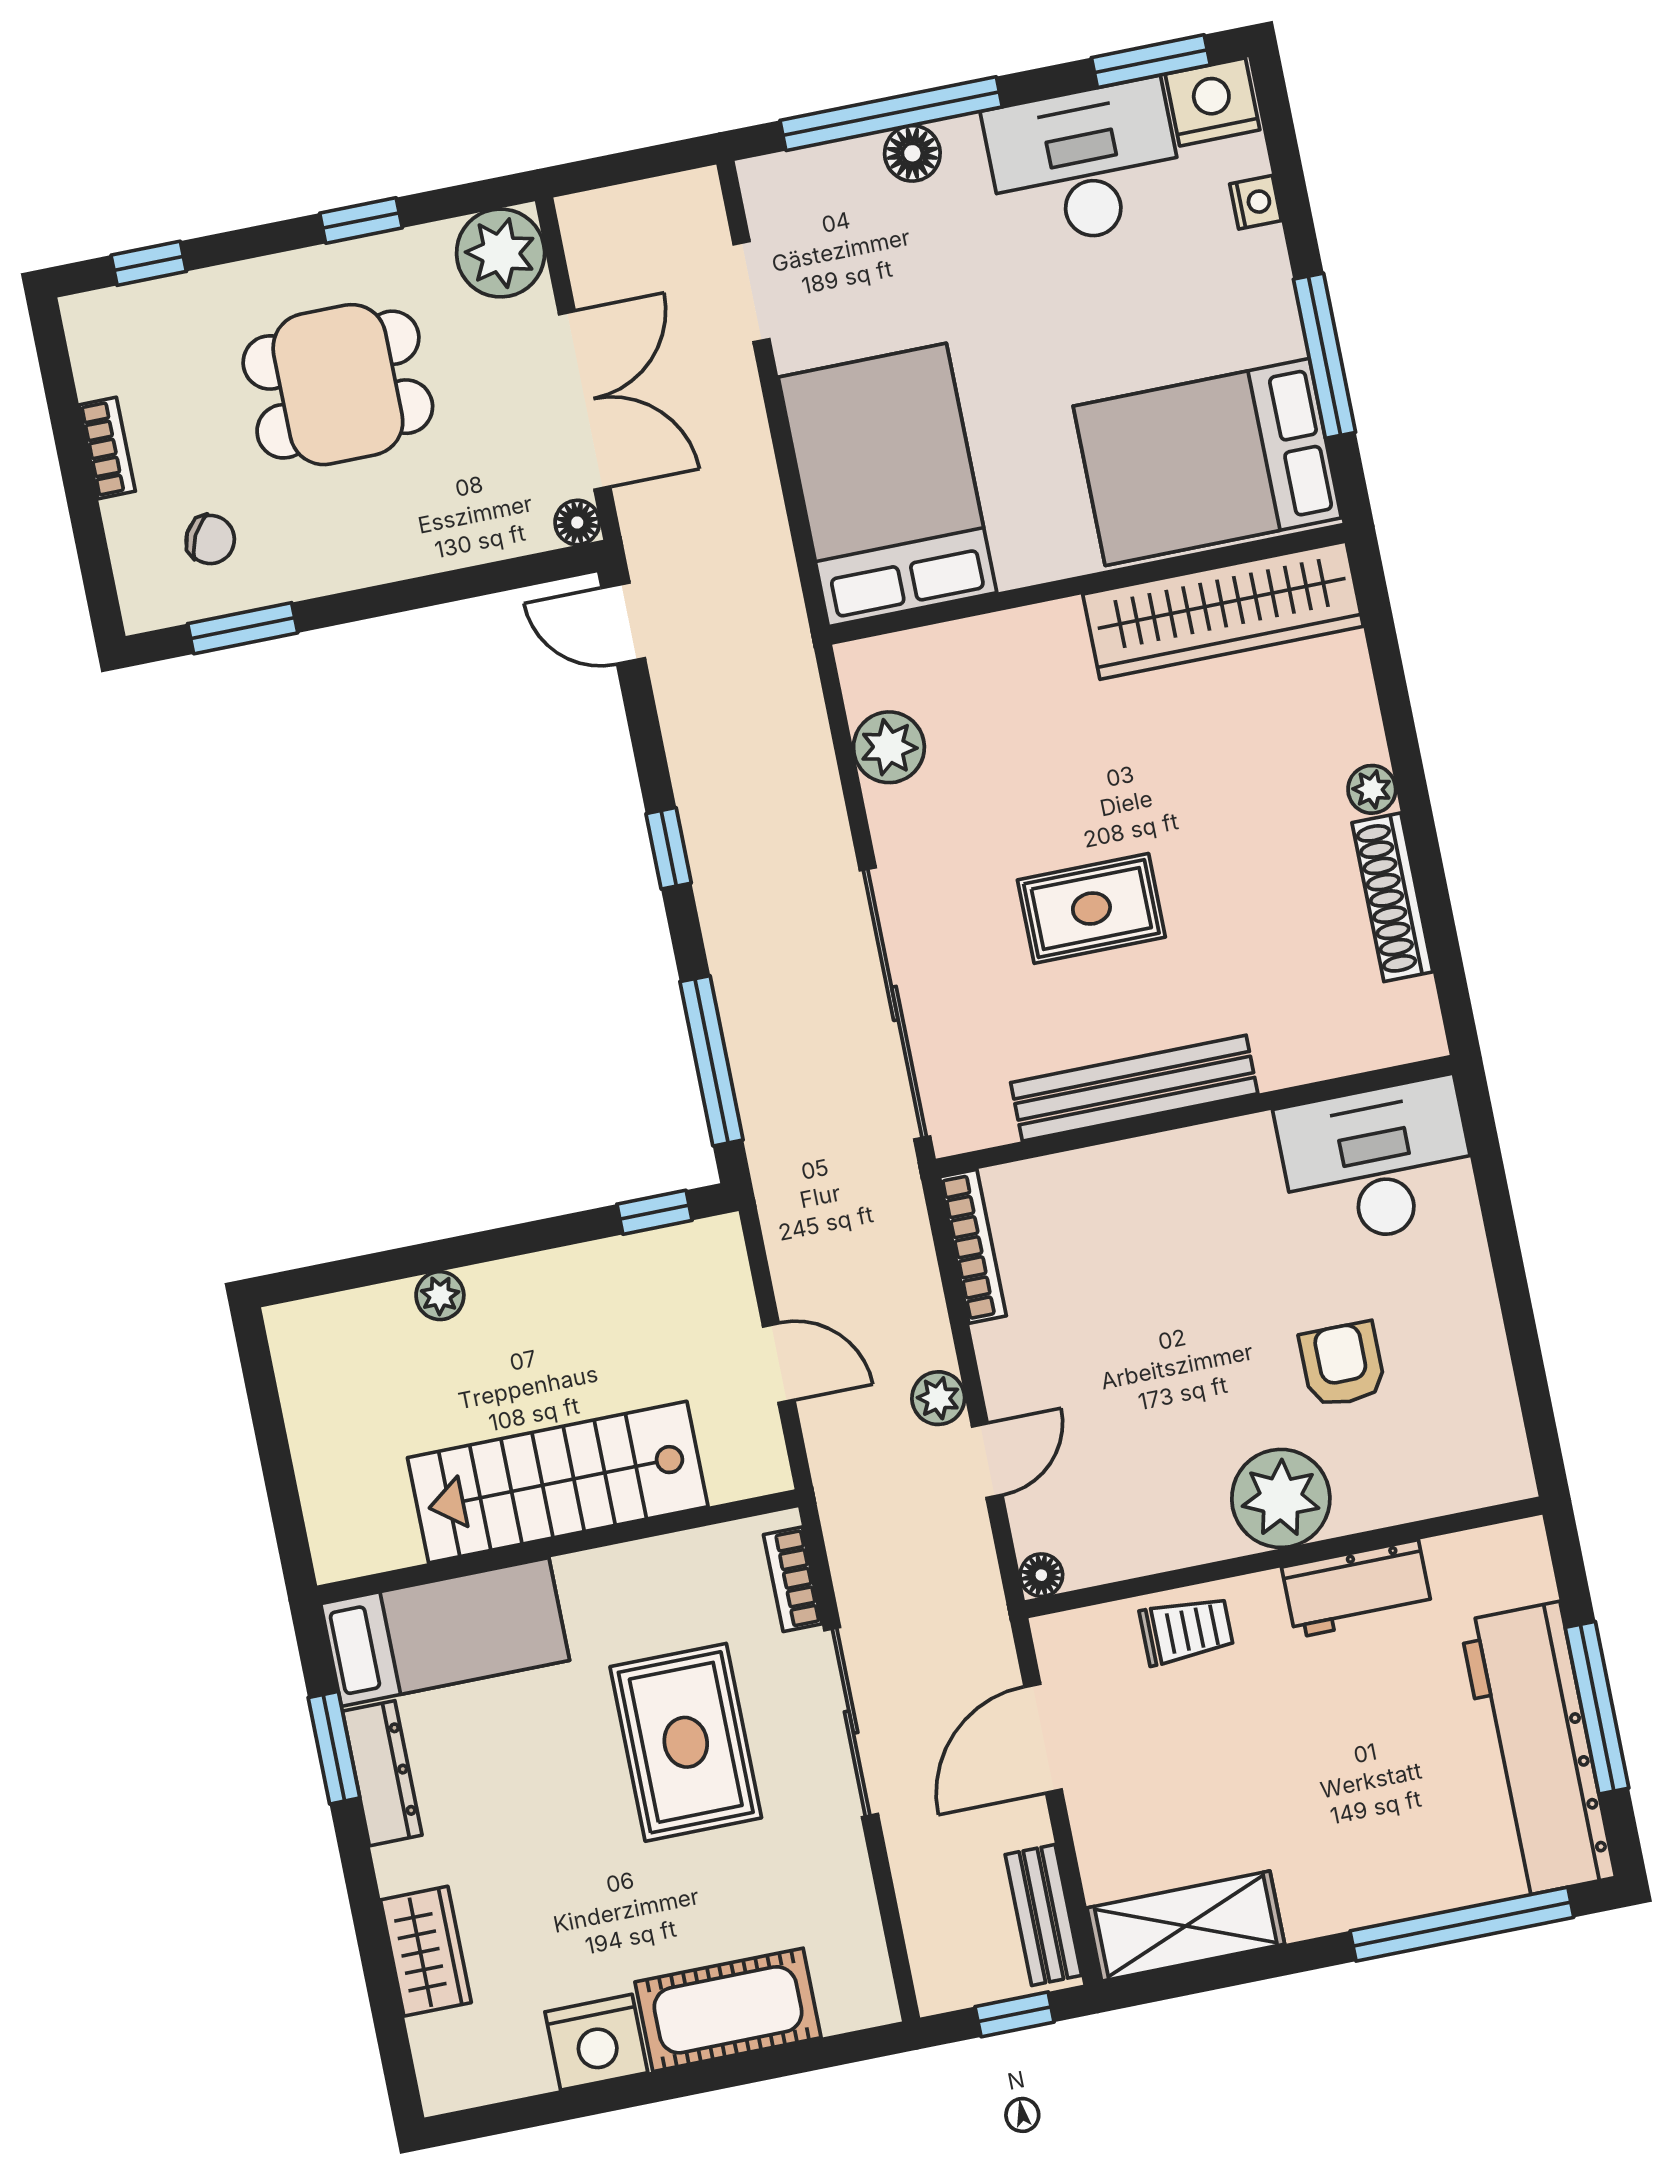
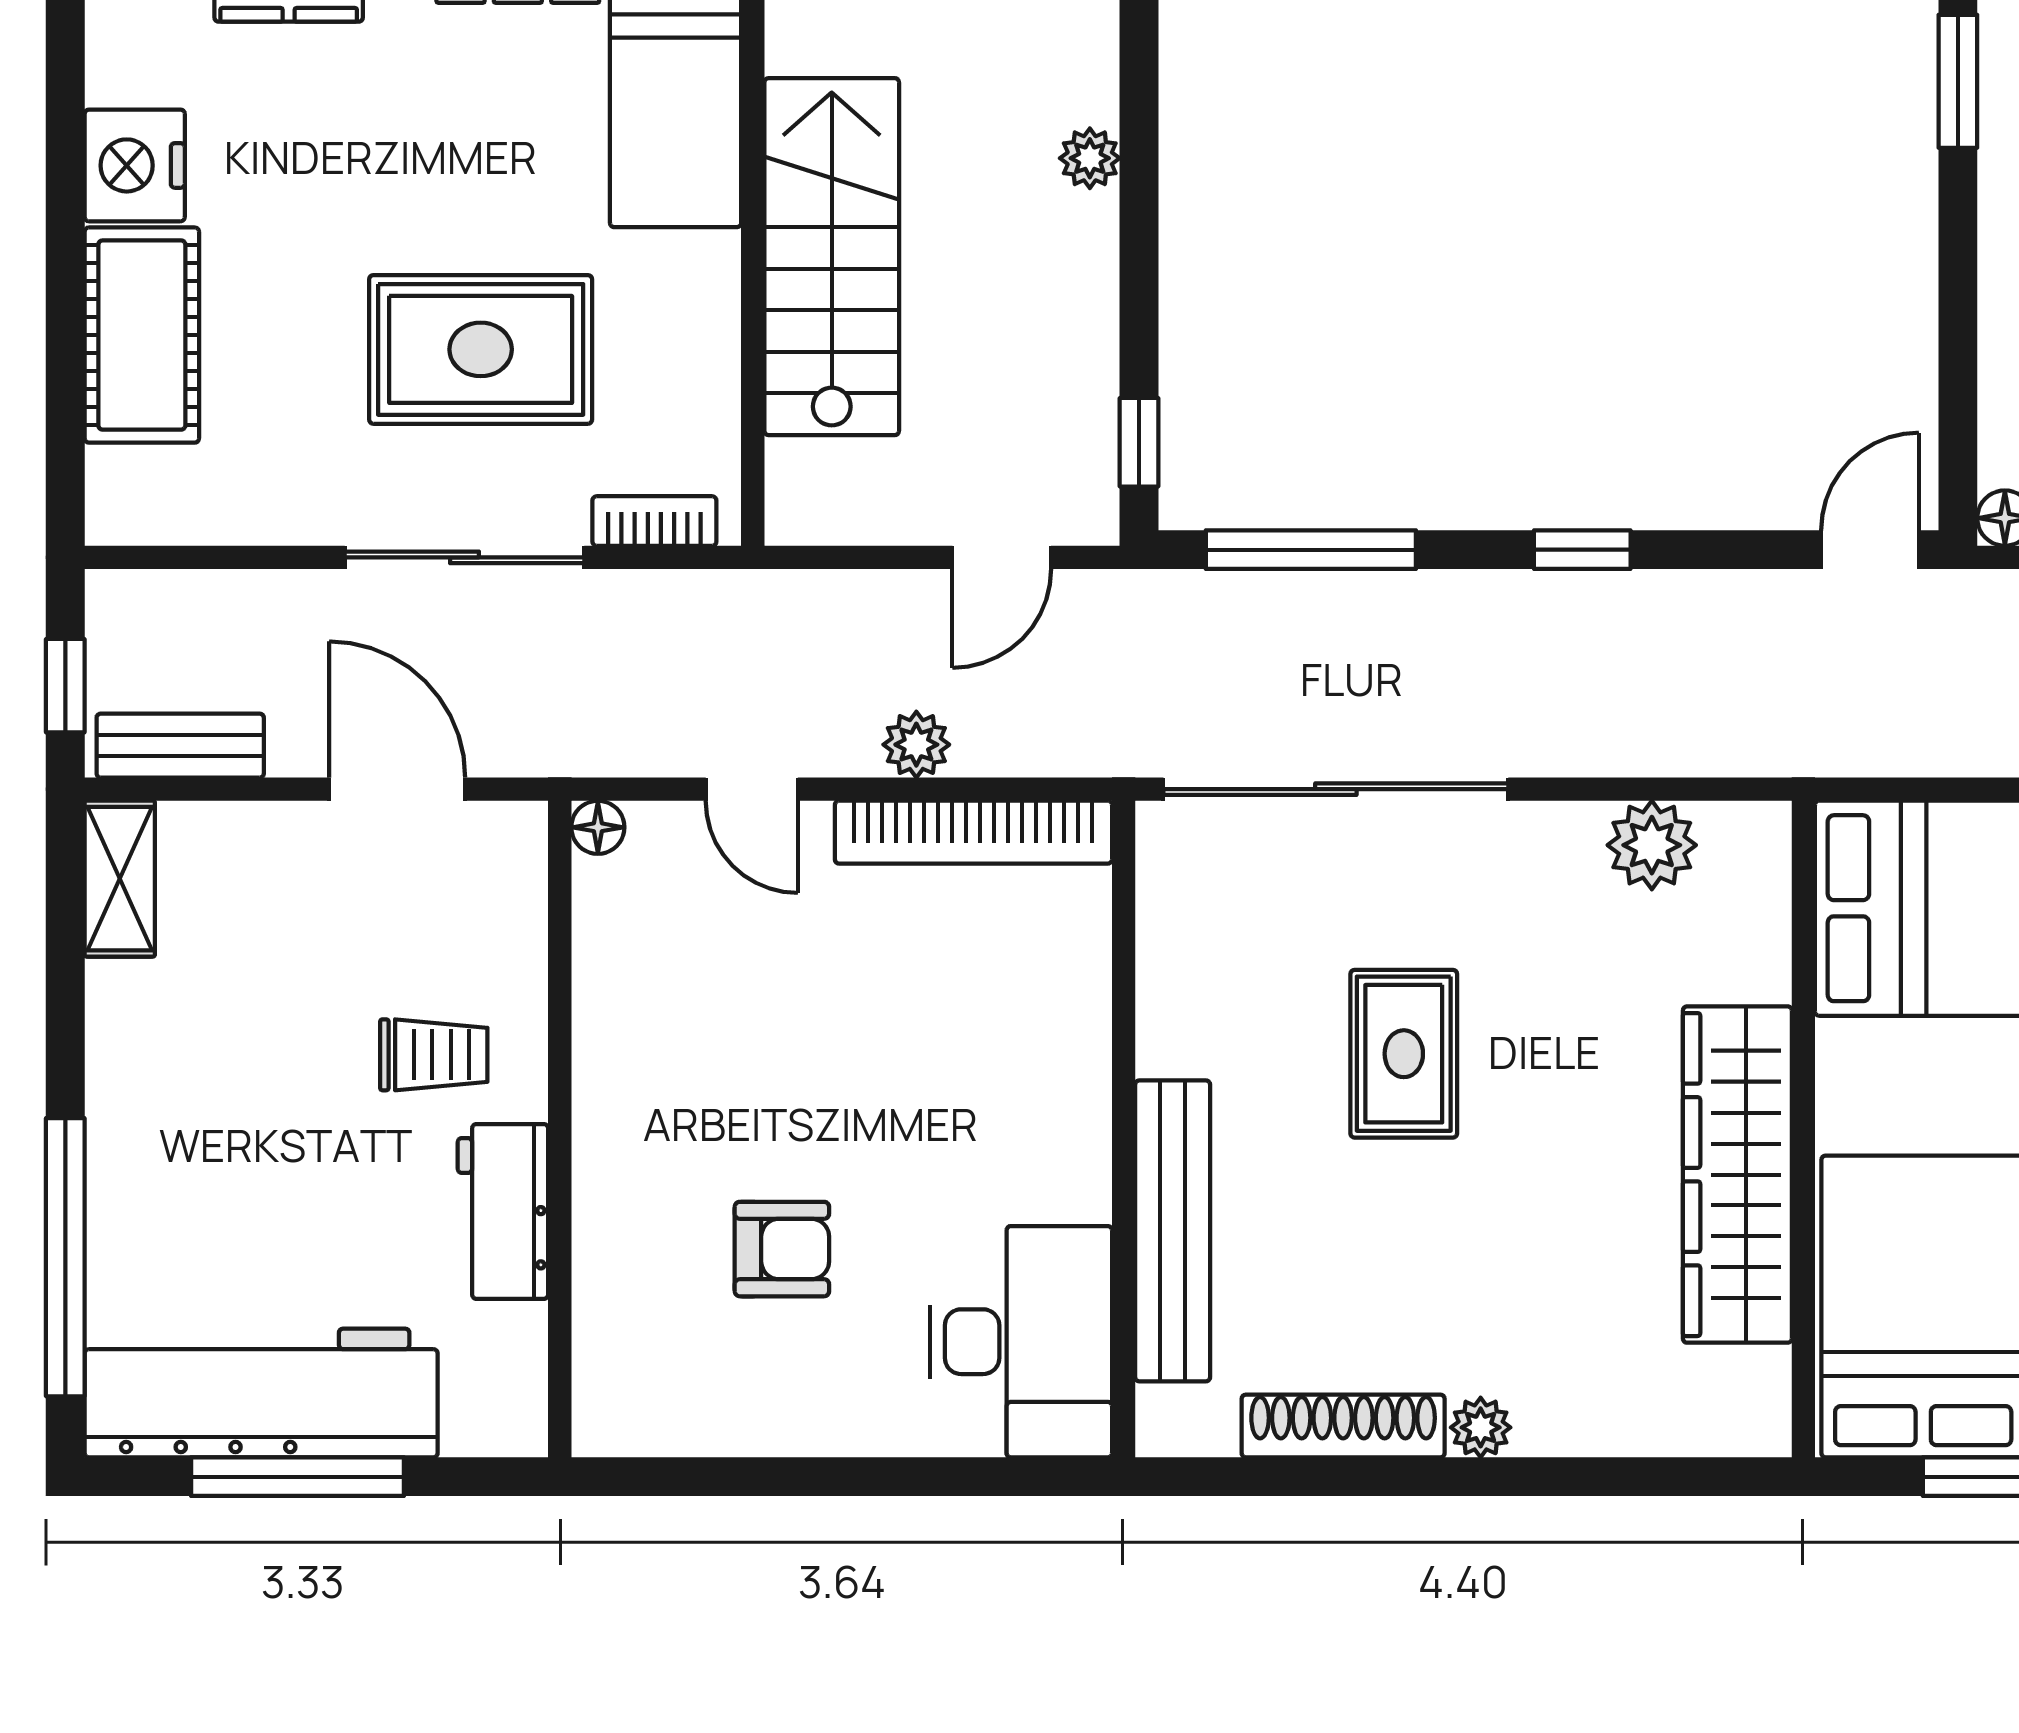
wardrobe: (1223, 610) -> (1737, 1175), moved
bench: (1134, 1088) -> (1173, 1231), moved
bookcase: (973, 1246) -> (973, 832), width x1.48, depth x1.31
door: (779, 1363) -> (1002, 557), moved
plant: (938, 1398) -> (916, 745), moved
plant: (1281, 1498) -> (633, 1140), removed
trolley: (1186, 1630) -> (434, 1055), moved, turned -90
shelving: (1186, 1926) -> (120, 879), width x0.67, depth x0.75

